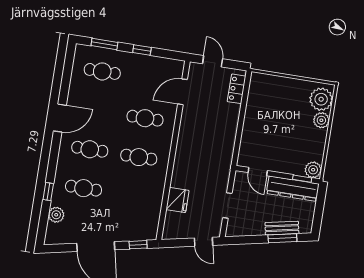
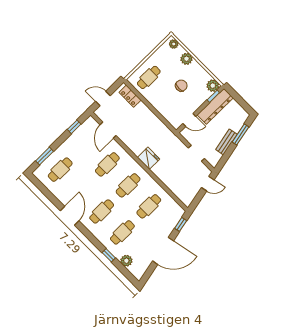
window: (142, 50) -> (74, 127), moved
cafe table: (272, 94) -> (149, 77), added
plant: (321, 99) -> (174, 44), width x0.53, depth x0.53
chair: (288, 136) -> (181, 86), added
cafe table: (133, 196) -> (149, 206), added
fridge: (177, 200) -> (149, 158), moved
bench: (282, 228) -> (226, 142), moved

